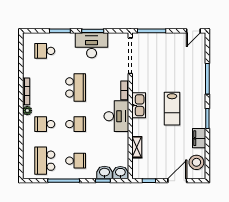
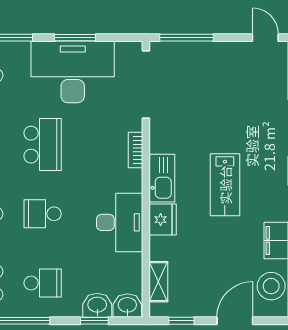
door: (193, 31) -> (265, 38), swing flipped
desk: (92, 45) -> (73, 72), width x1.36, depth x1.30
desk: (116, 116) -> (120, 222), moved
school desk: (76, 124) -> (43, 214), turned 180
fridge: (139, 127) -> (163, 220), added
shelving: (137, 147) -> (158, 282), moved

